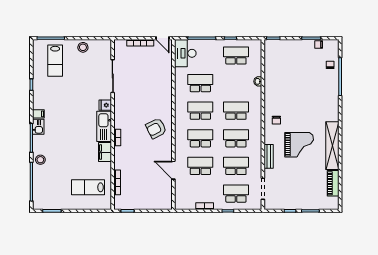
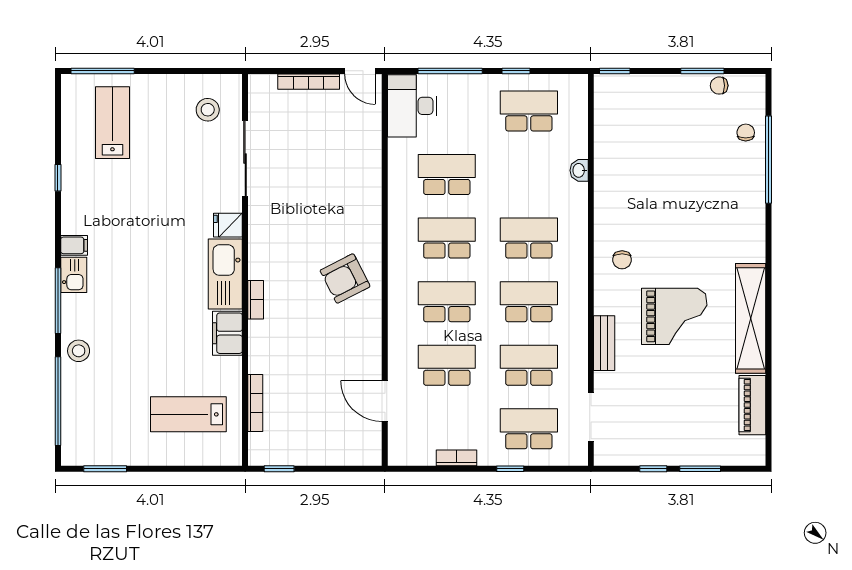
stool: (83, 47) -> (208, 110), moved
lab bench: (55, 61) -> (112, 123), turned 180
door: (173, 170) -> (385, 401), moved

